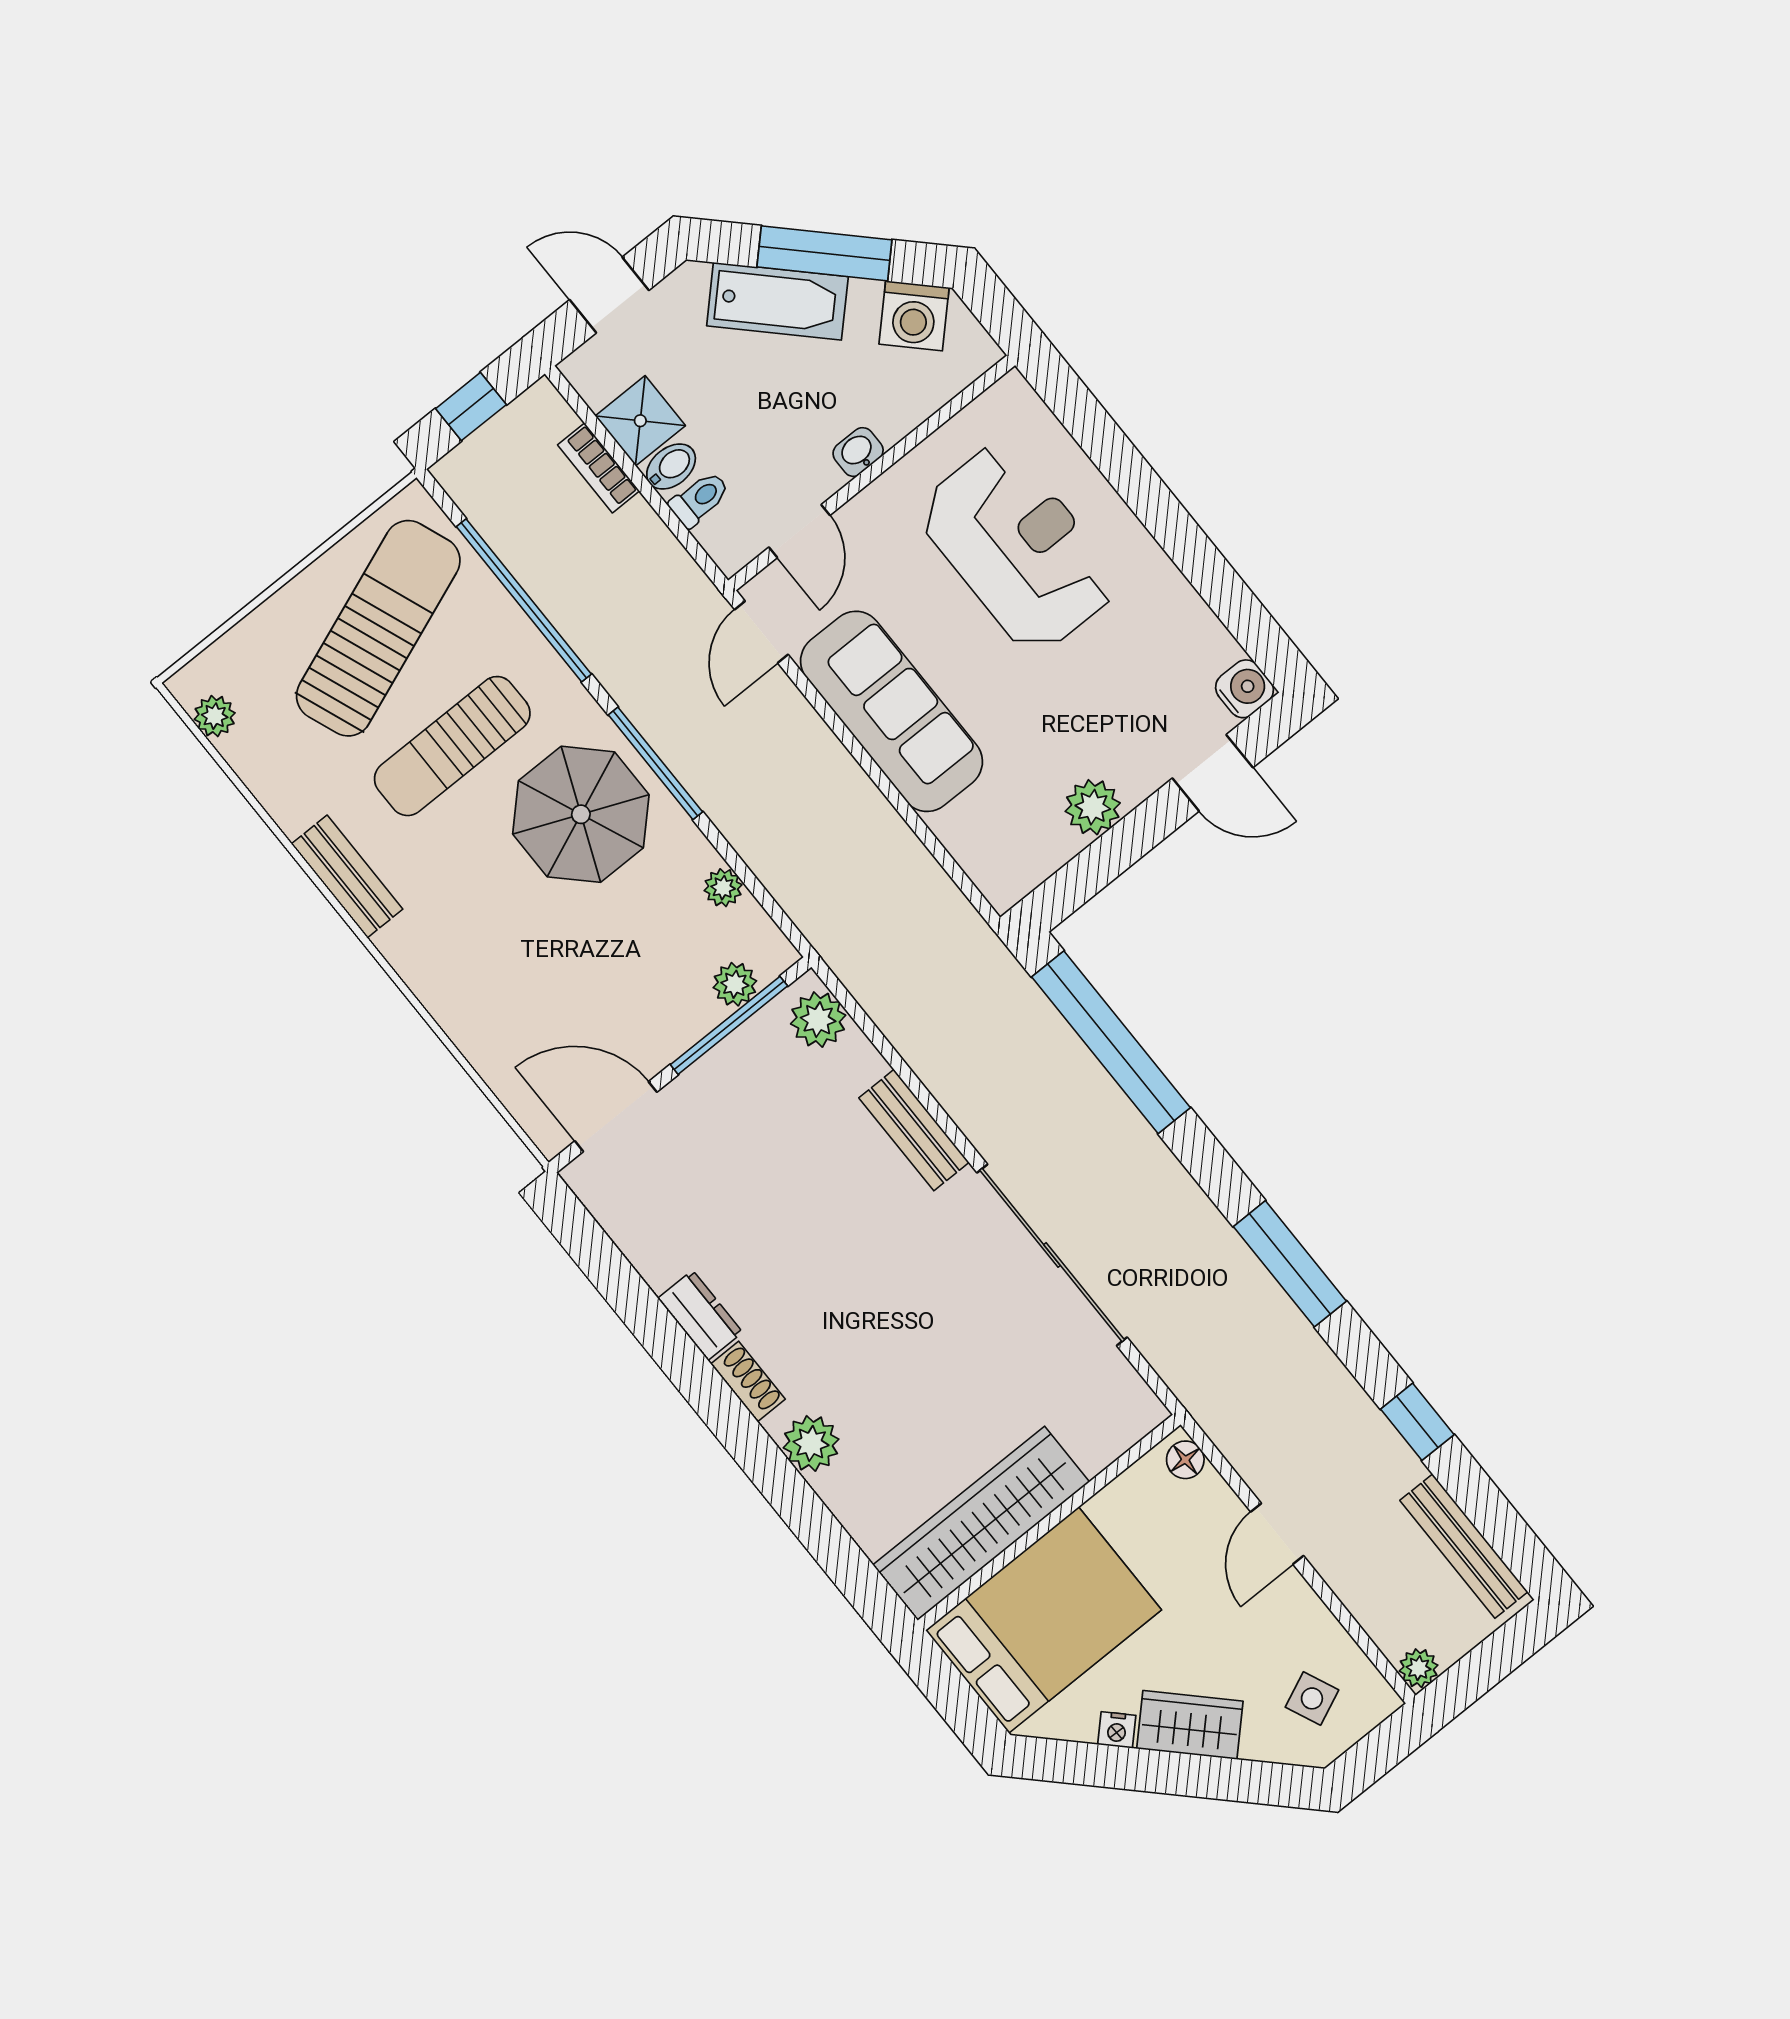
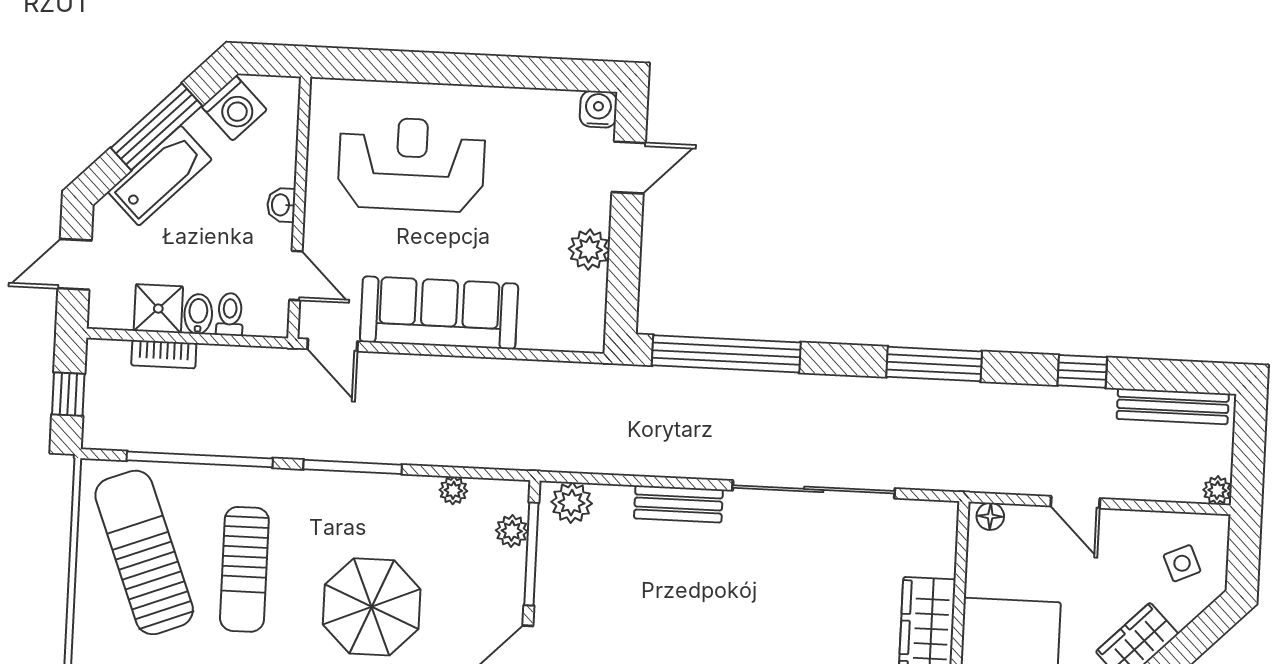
parasol: (581, 814) -> (372, 607), moved

